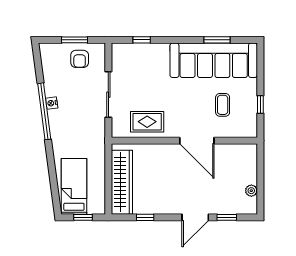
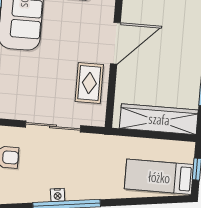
door: (197, 141) -> (115, 43), moved

